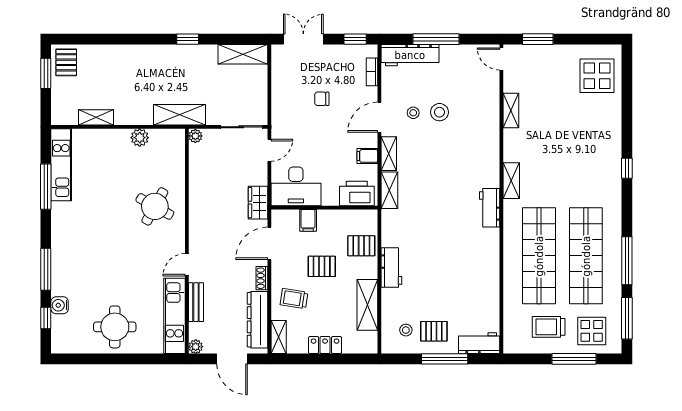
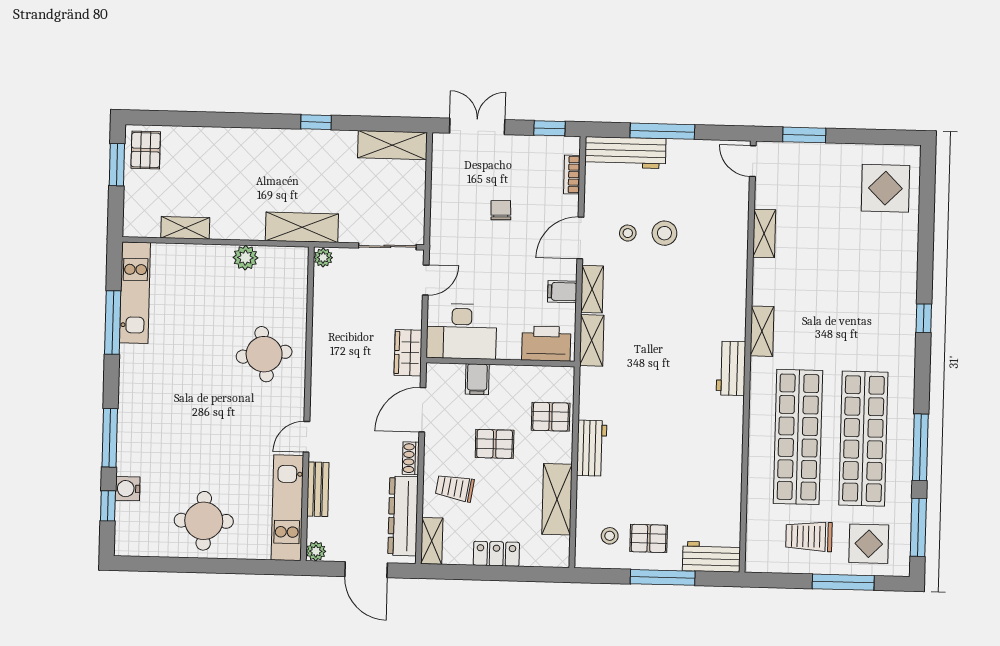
chair: (322, 99) -> (501, 210), turned 88
round table: (155, 206) -> (264, 354), turned -37

